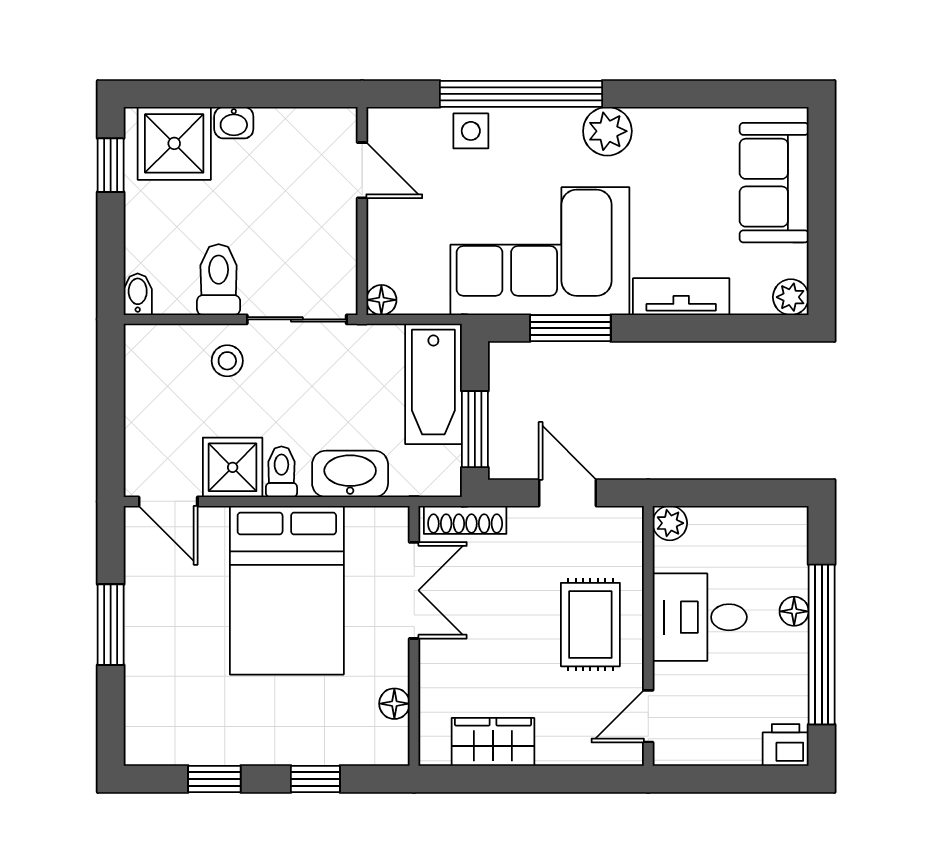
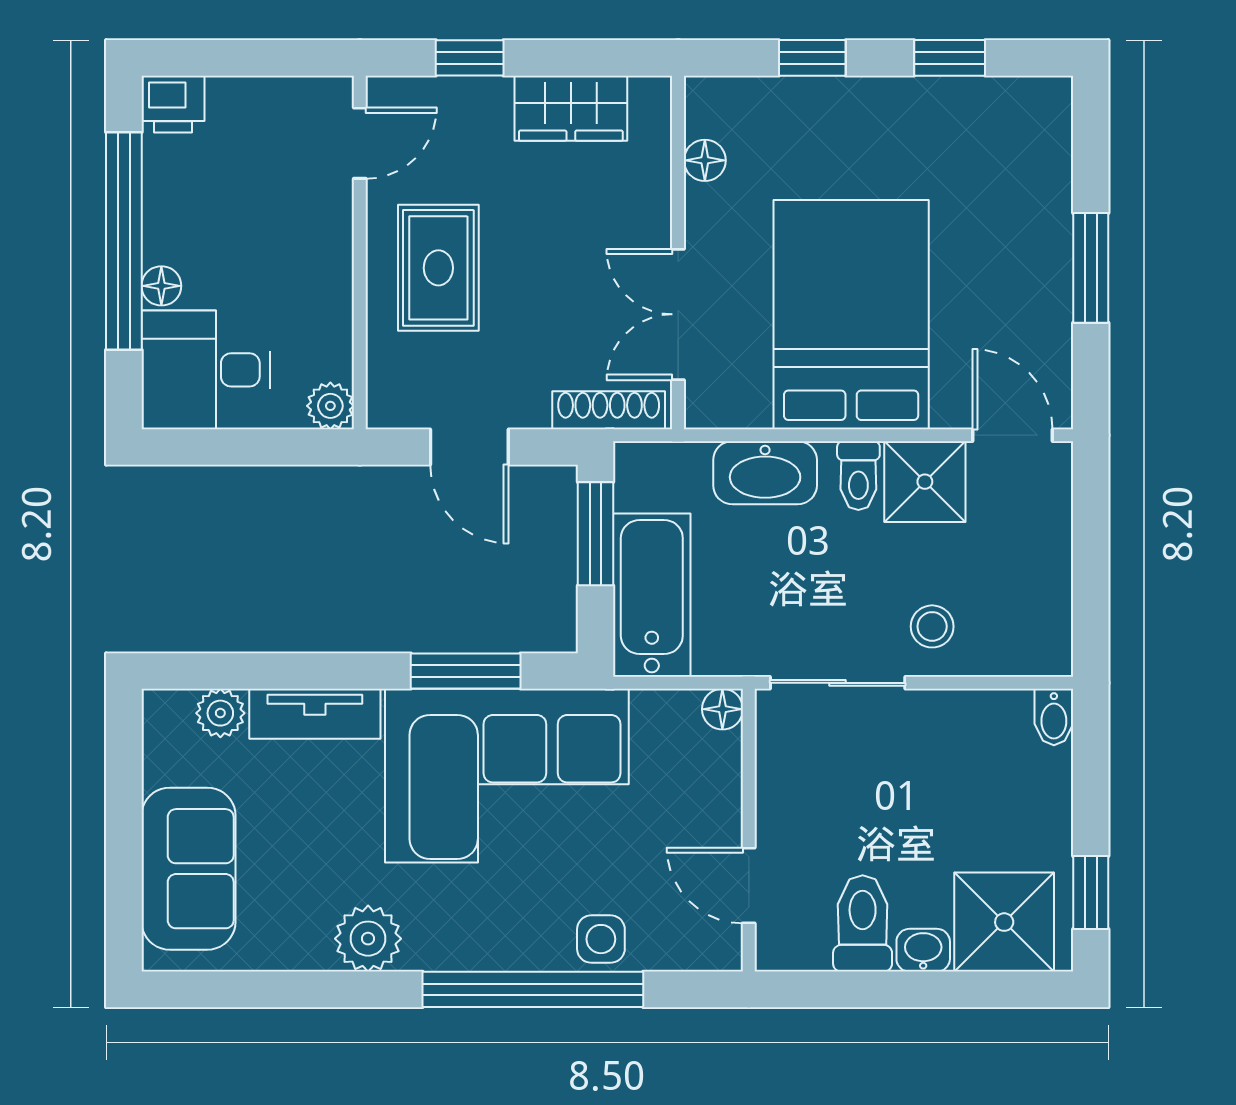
plant: (607, 131) -> (368, 939), moved
toilet: (219, 280) -> (863, 923), moved, turned 180
plant: (791, 297) -> (220, 713), moved
desk: (700, 617) -> (206, 370), moved, turned 180
window: (567, 779) -> (470, 58), added

